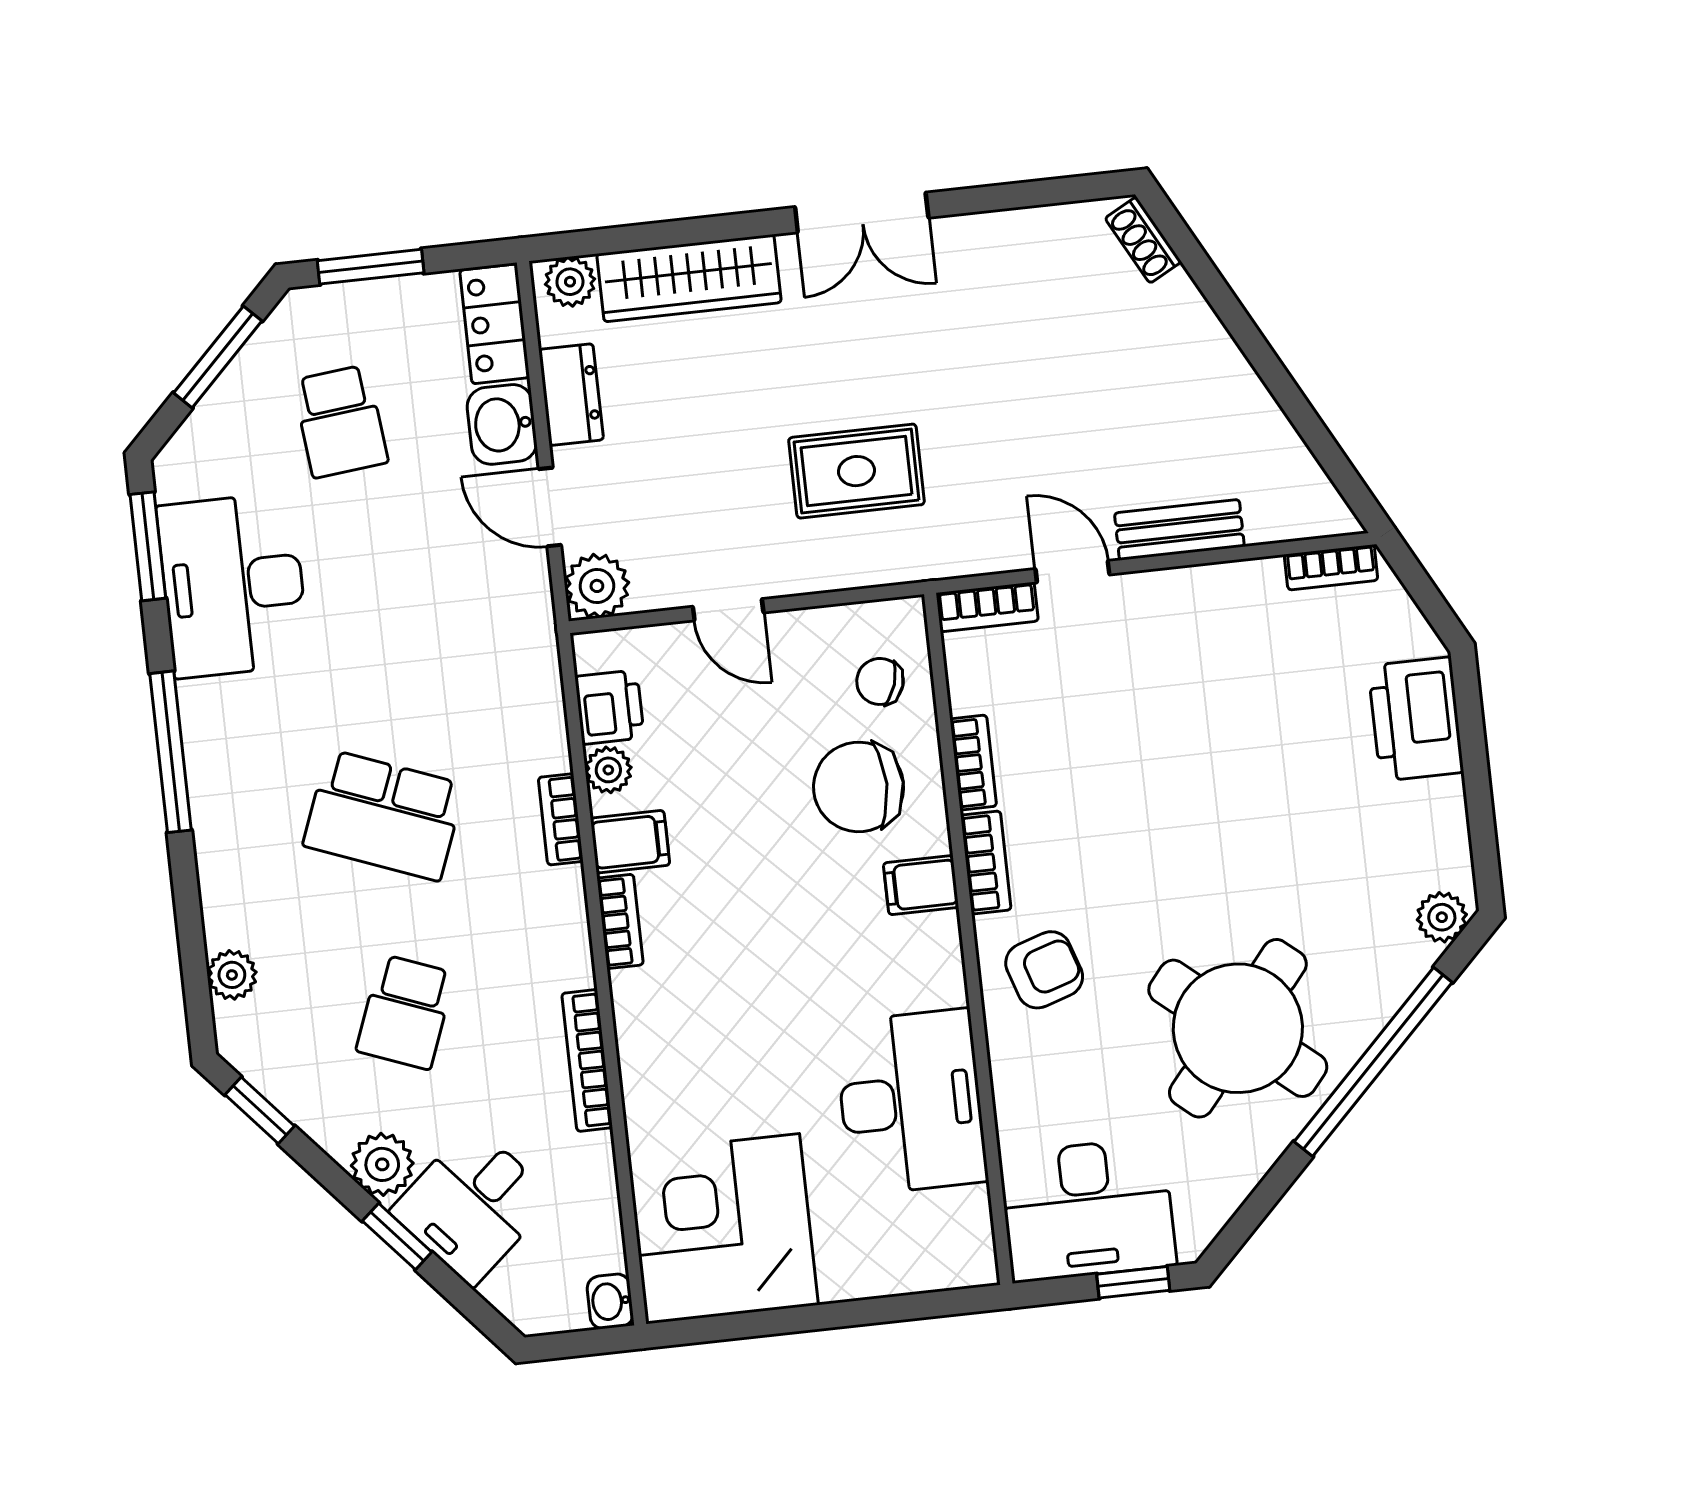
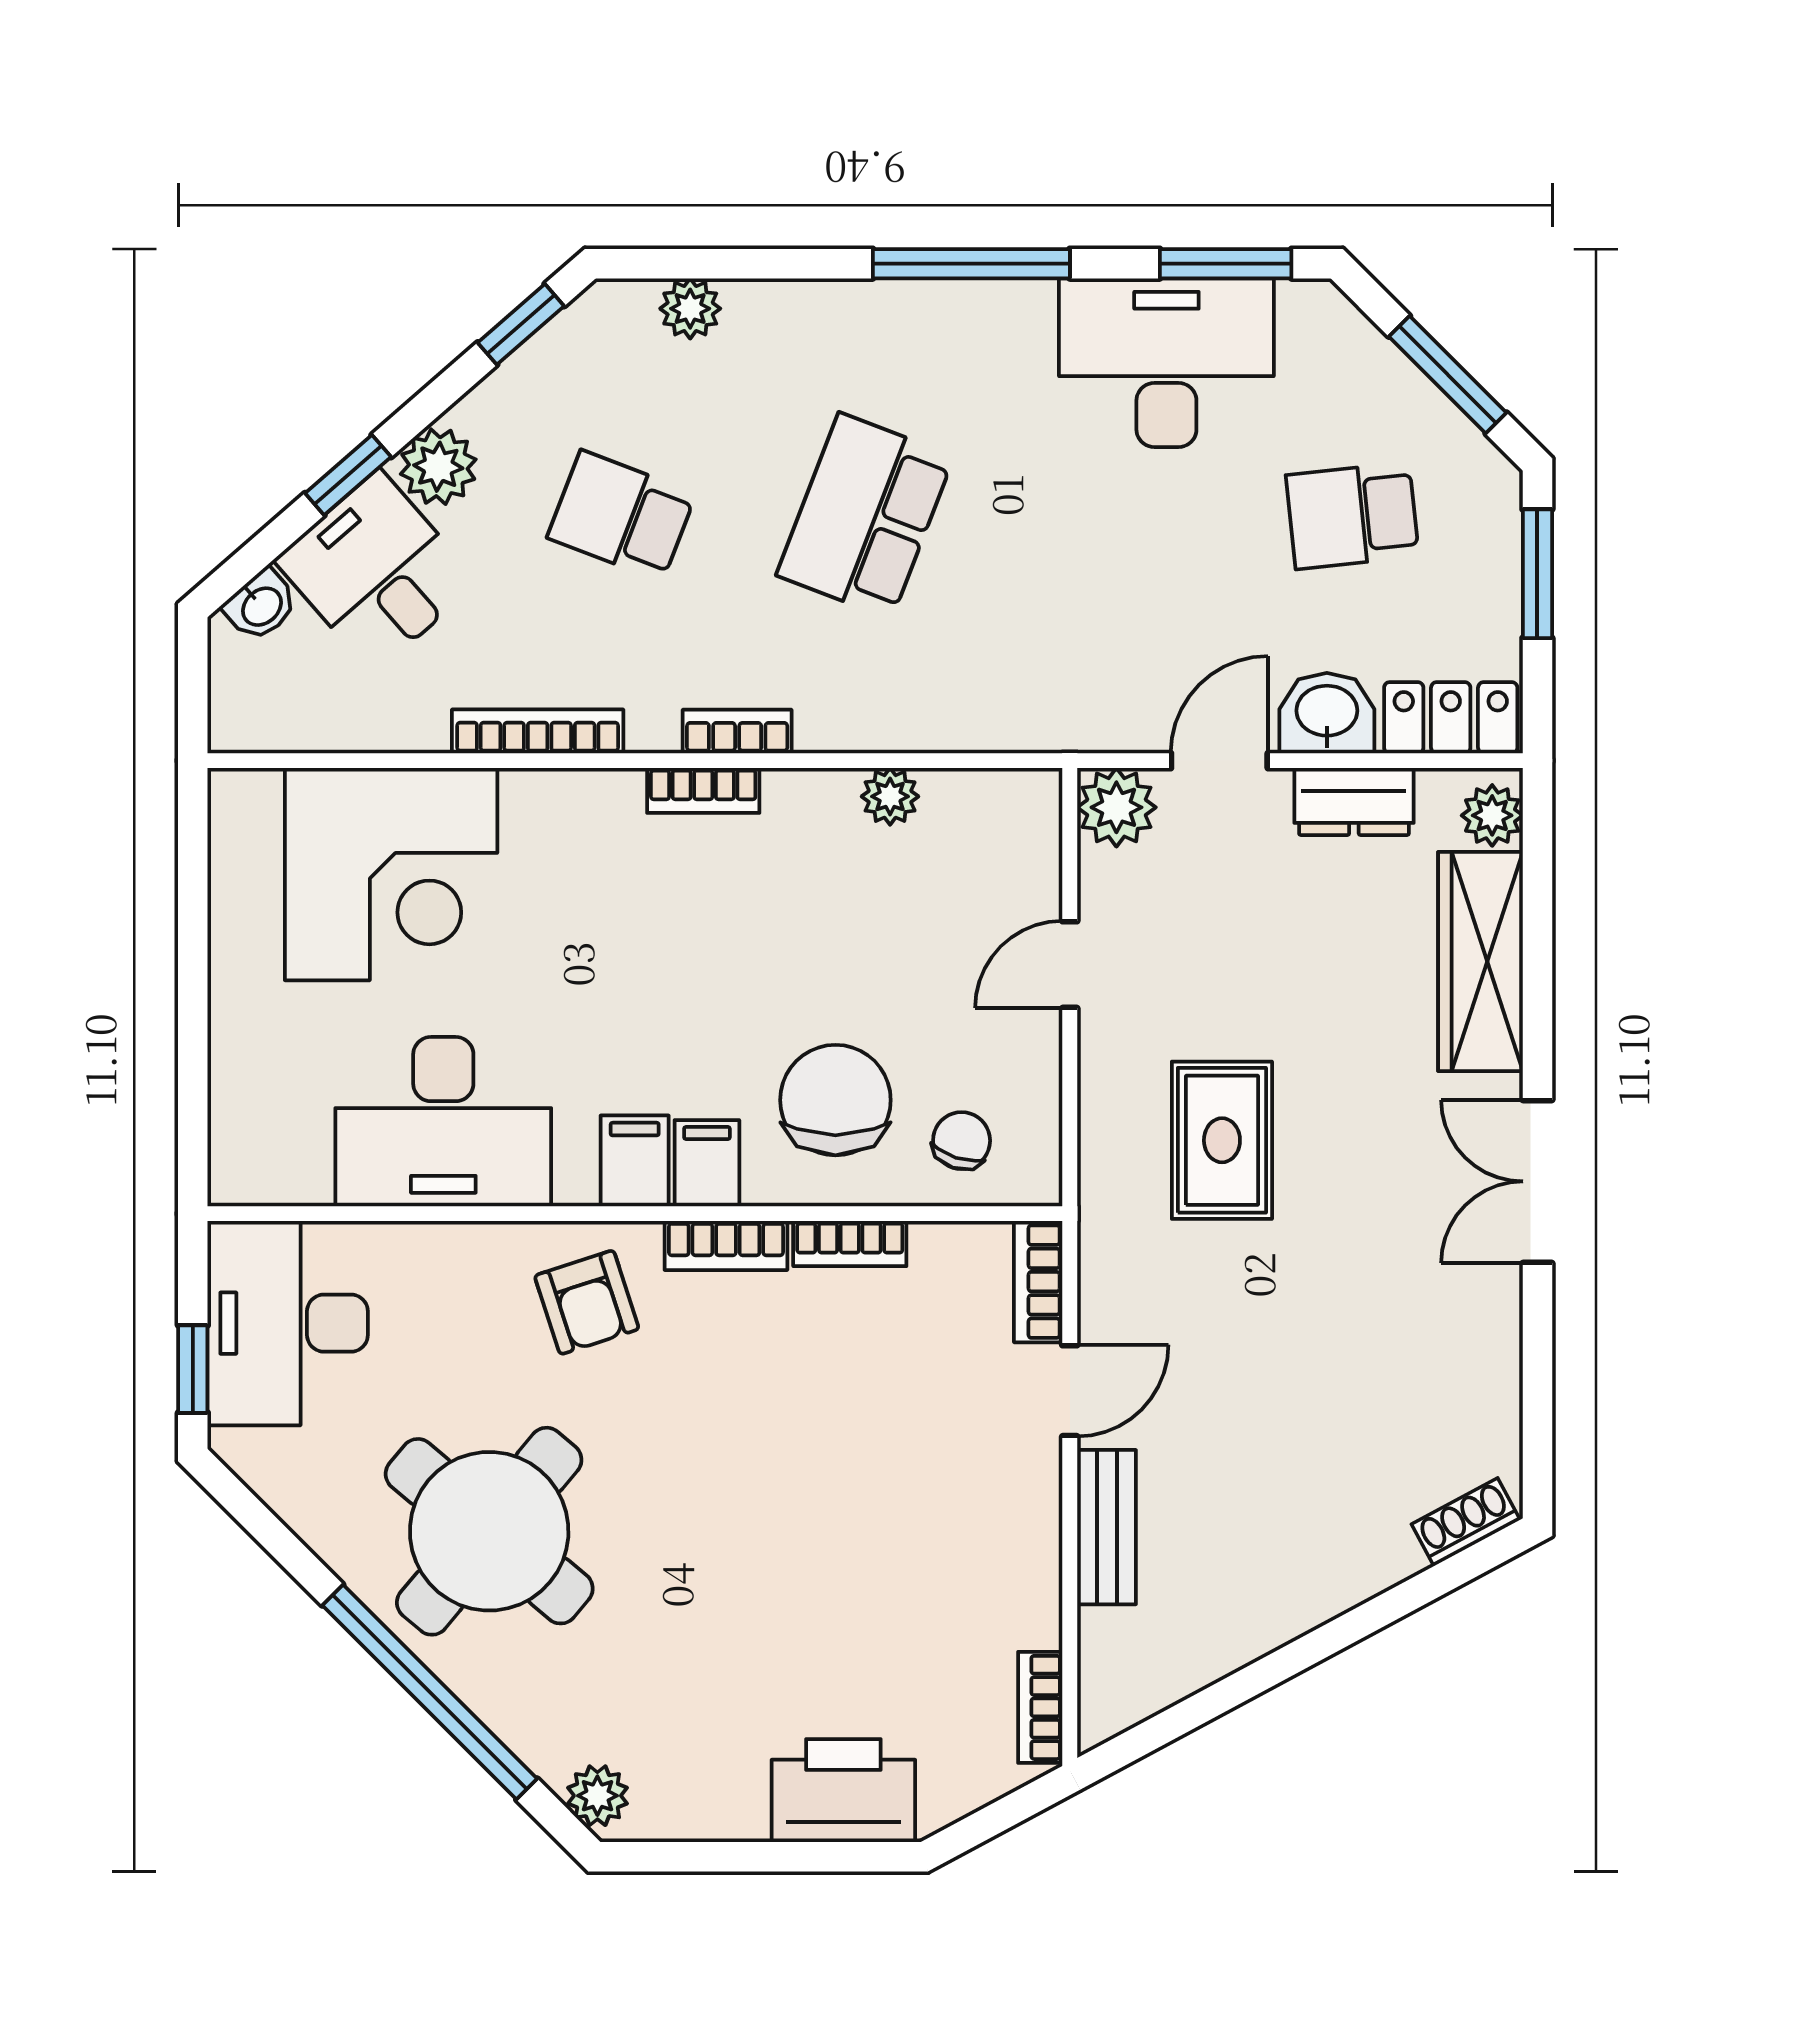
printer: (609, 707) -> (967, 806), removed
bookcase: (561, 819) -> (737, 732), moved
filing cabinet: (630, 842) -> (635, 1161), moved, turned 180
corner desk: (723, 1229) -> (391, 874), moved, turned 90
washbasin: (610, 1301) -> (261, 605), moved, turned 139

